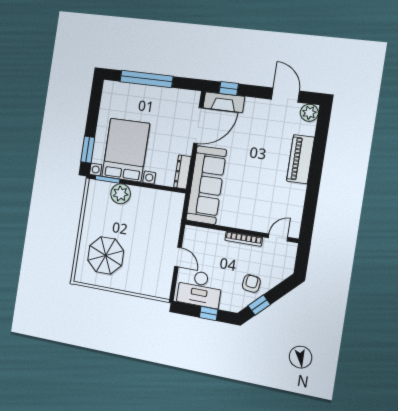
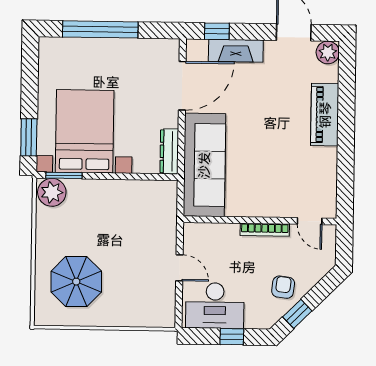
fireplace: (224, 102) -> (236, 51), moved
plant: (121, 194) -> (52, 192), moved
door: (278, 237) -> (310, 221), swing flipped

